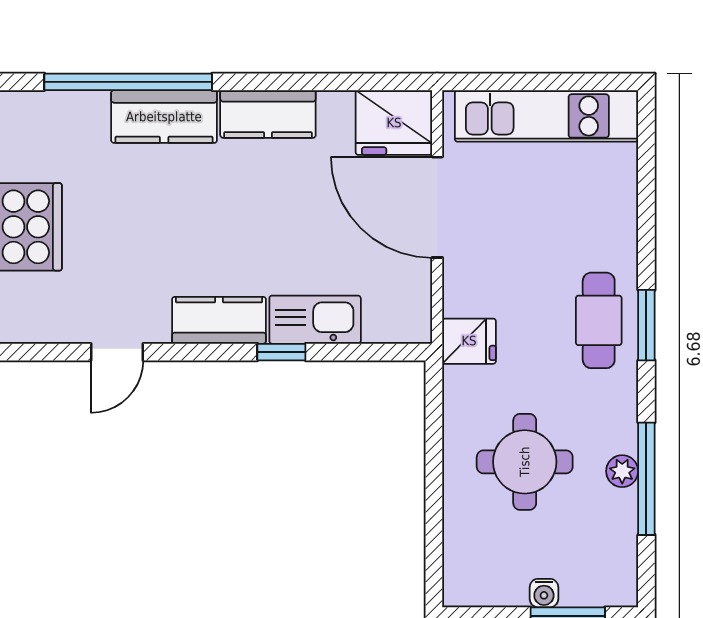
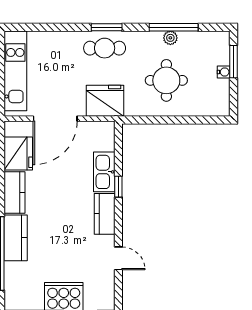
fridge: (394, 123) -> (18, 153), moved
fridge: (469, 341) -> (105, 101), width x1.88, depth x1.34

